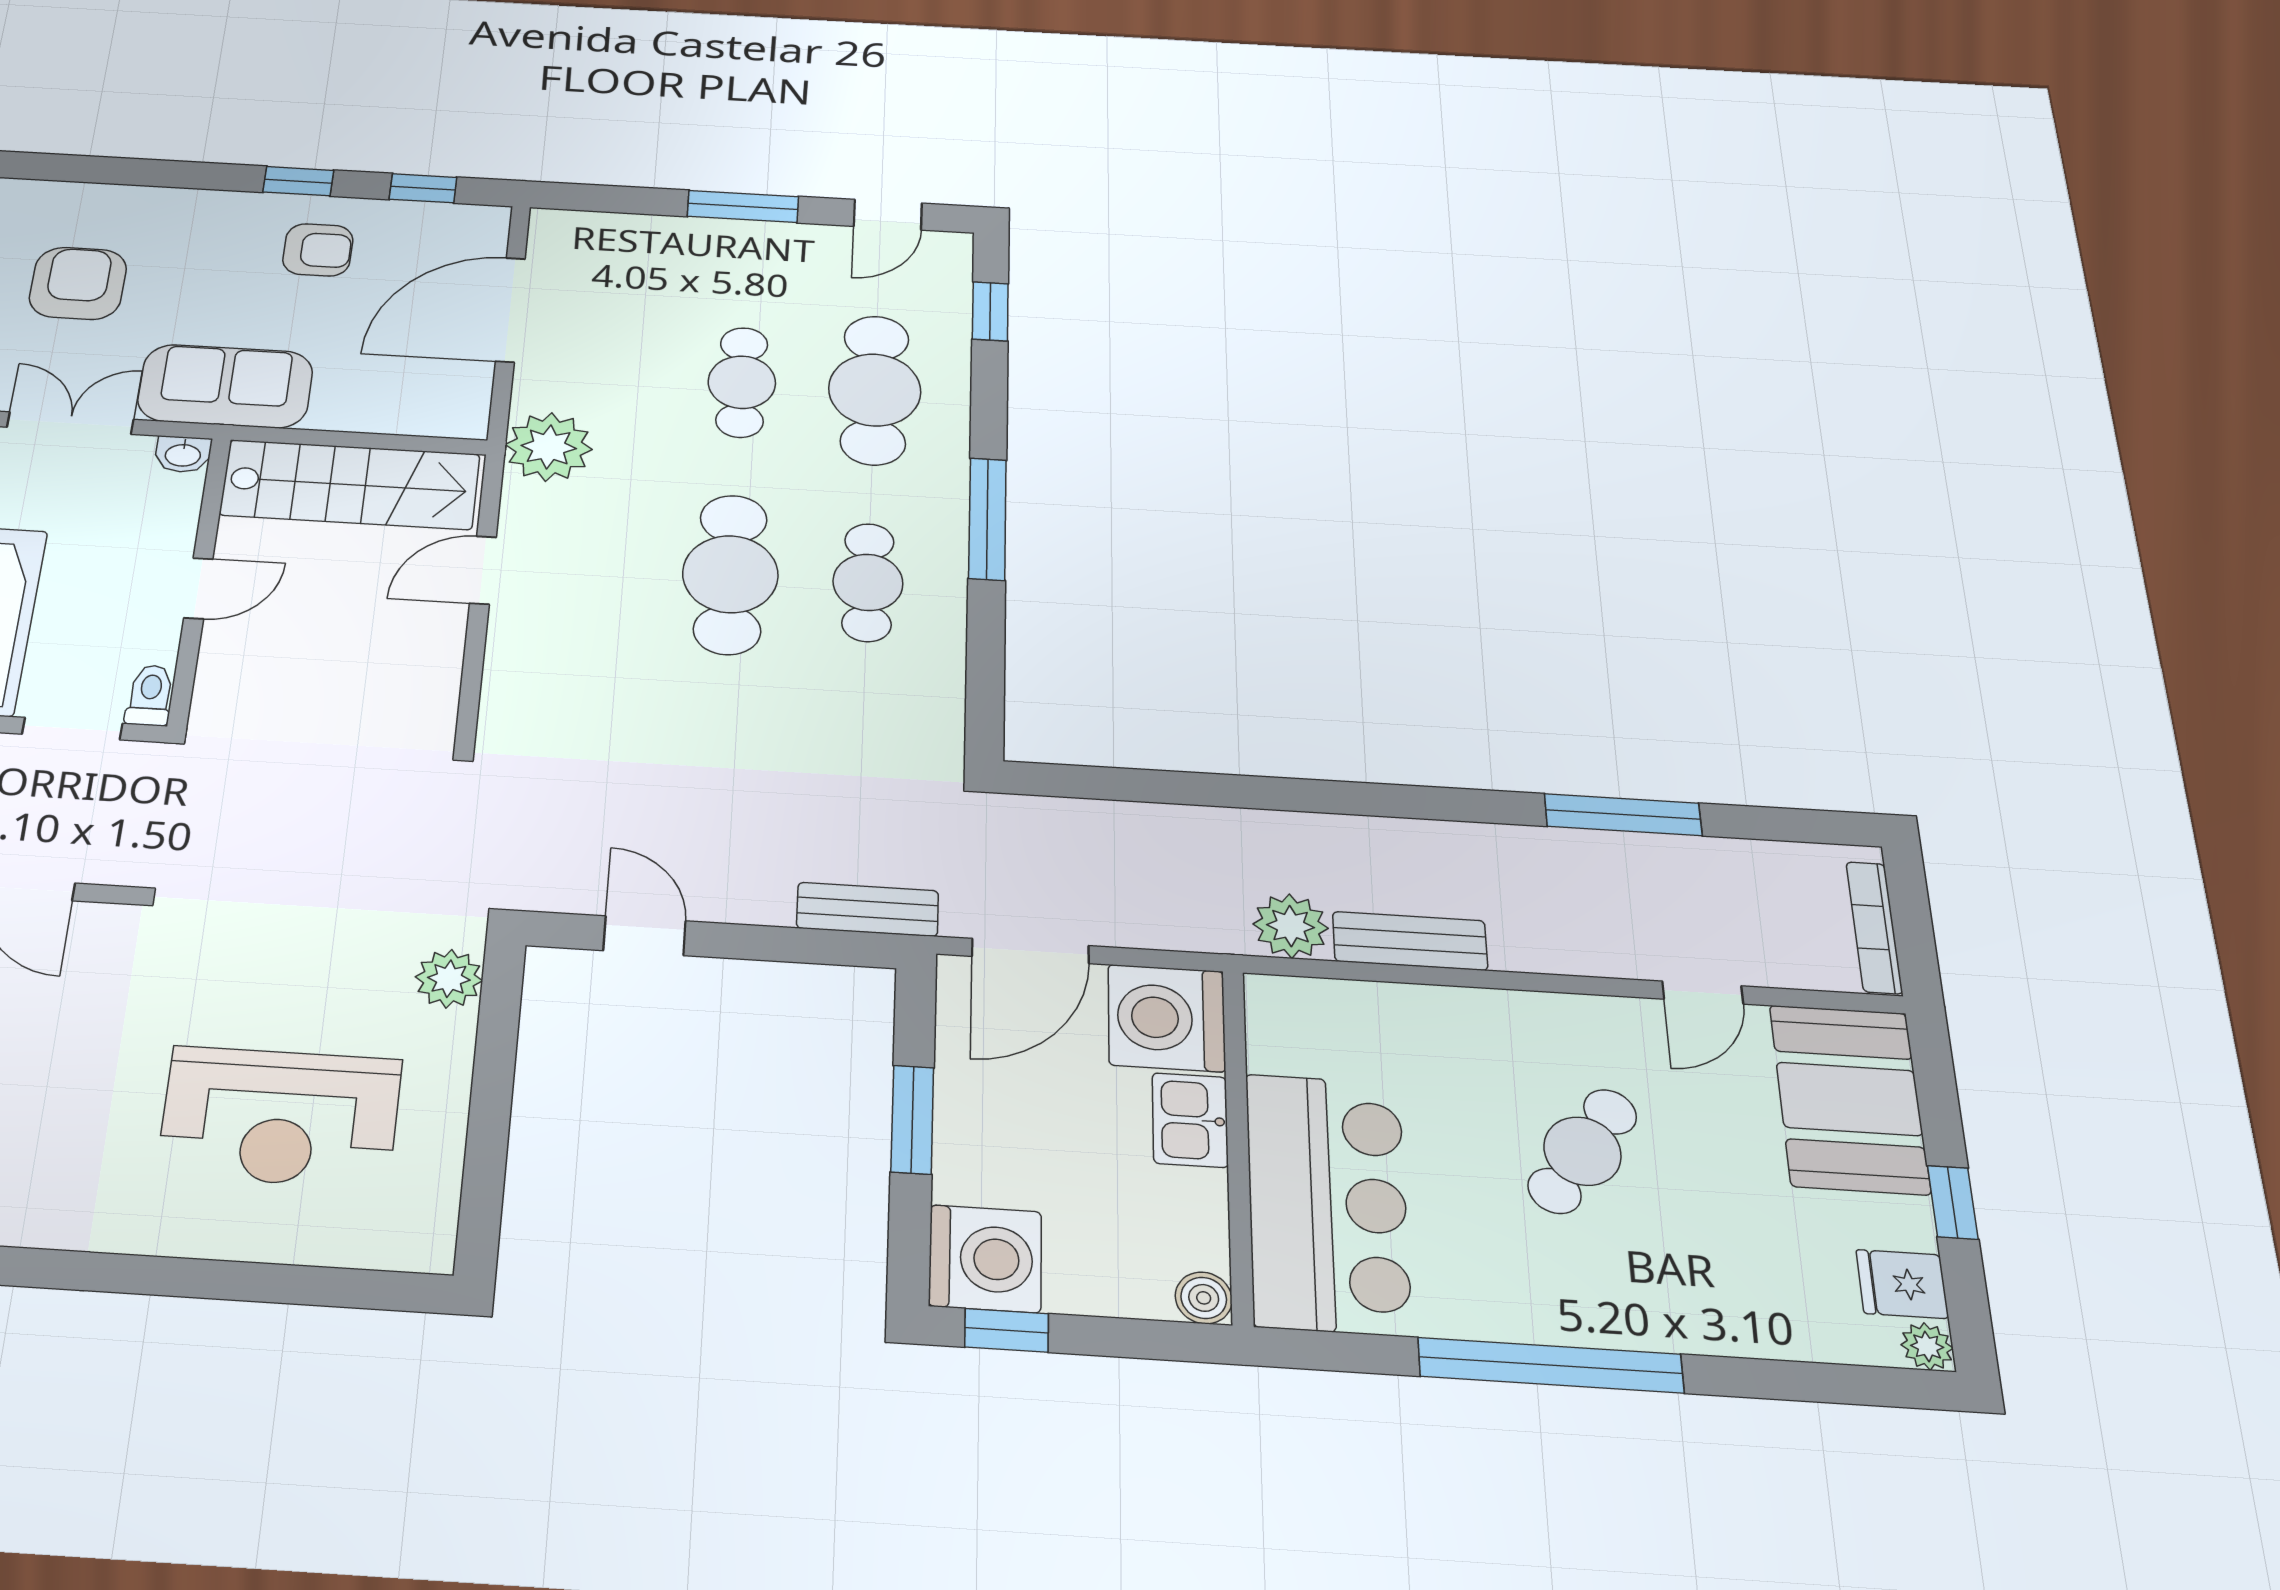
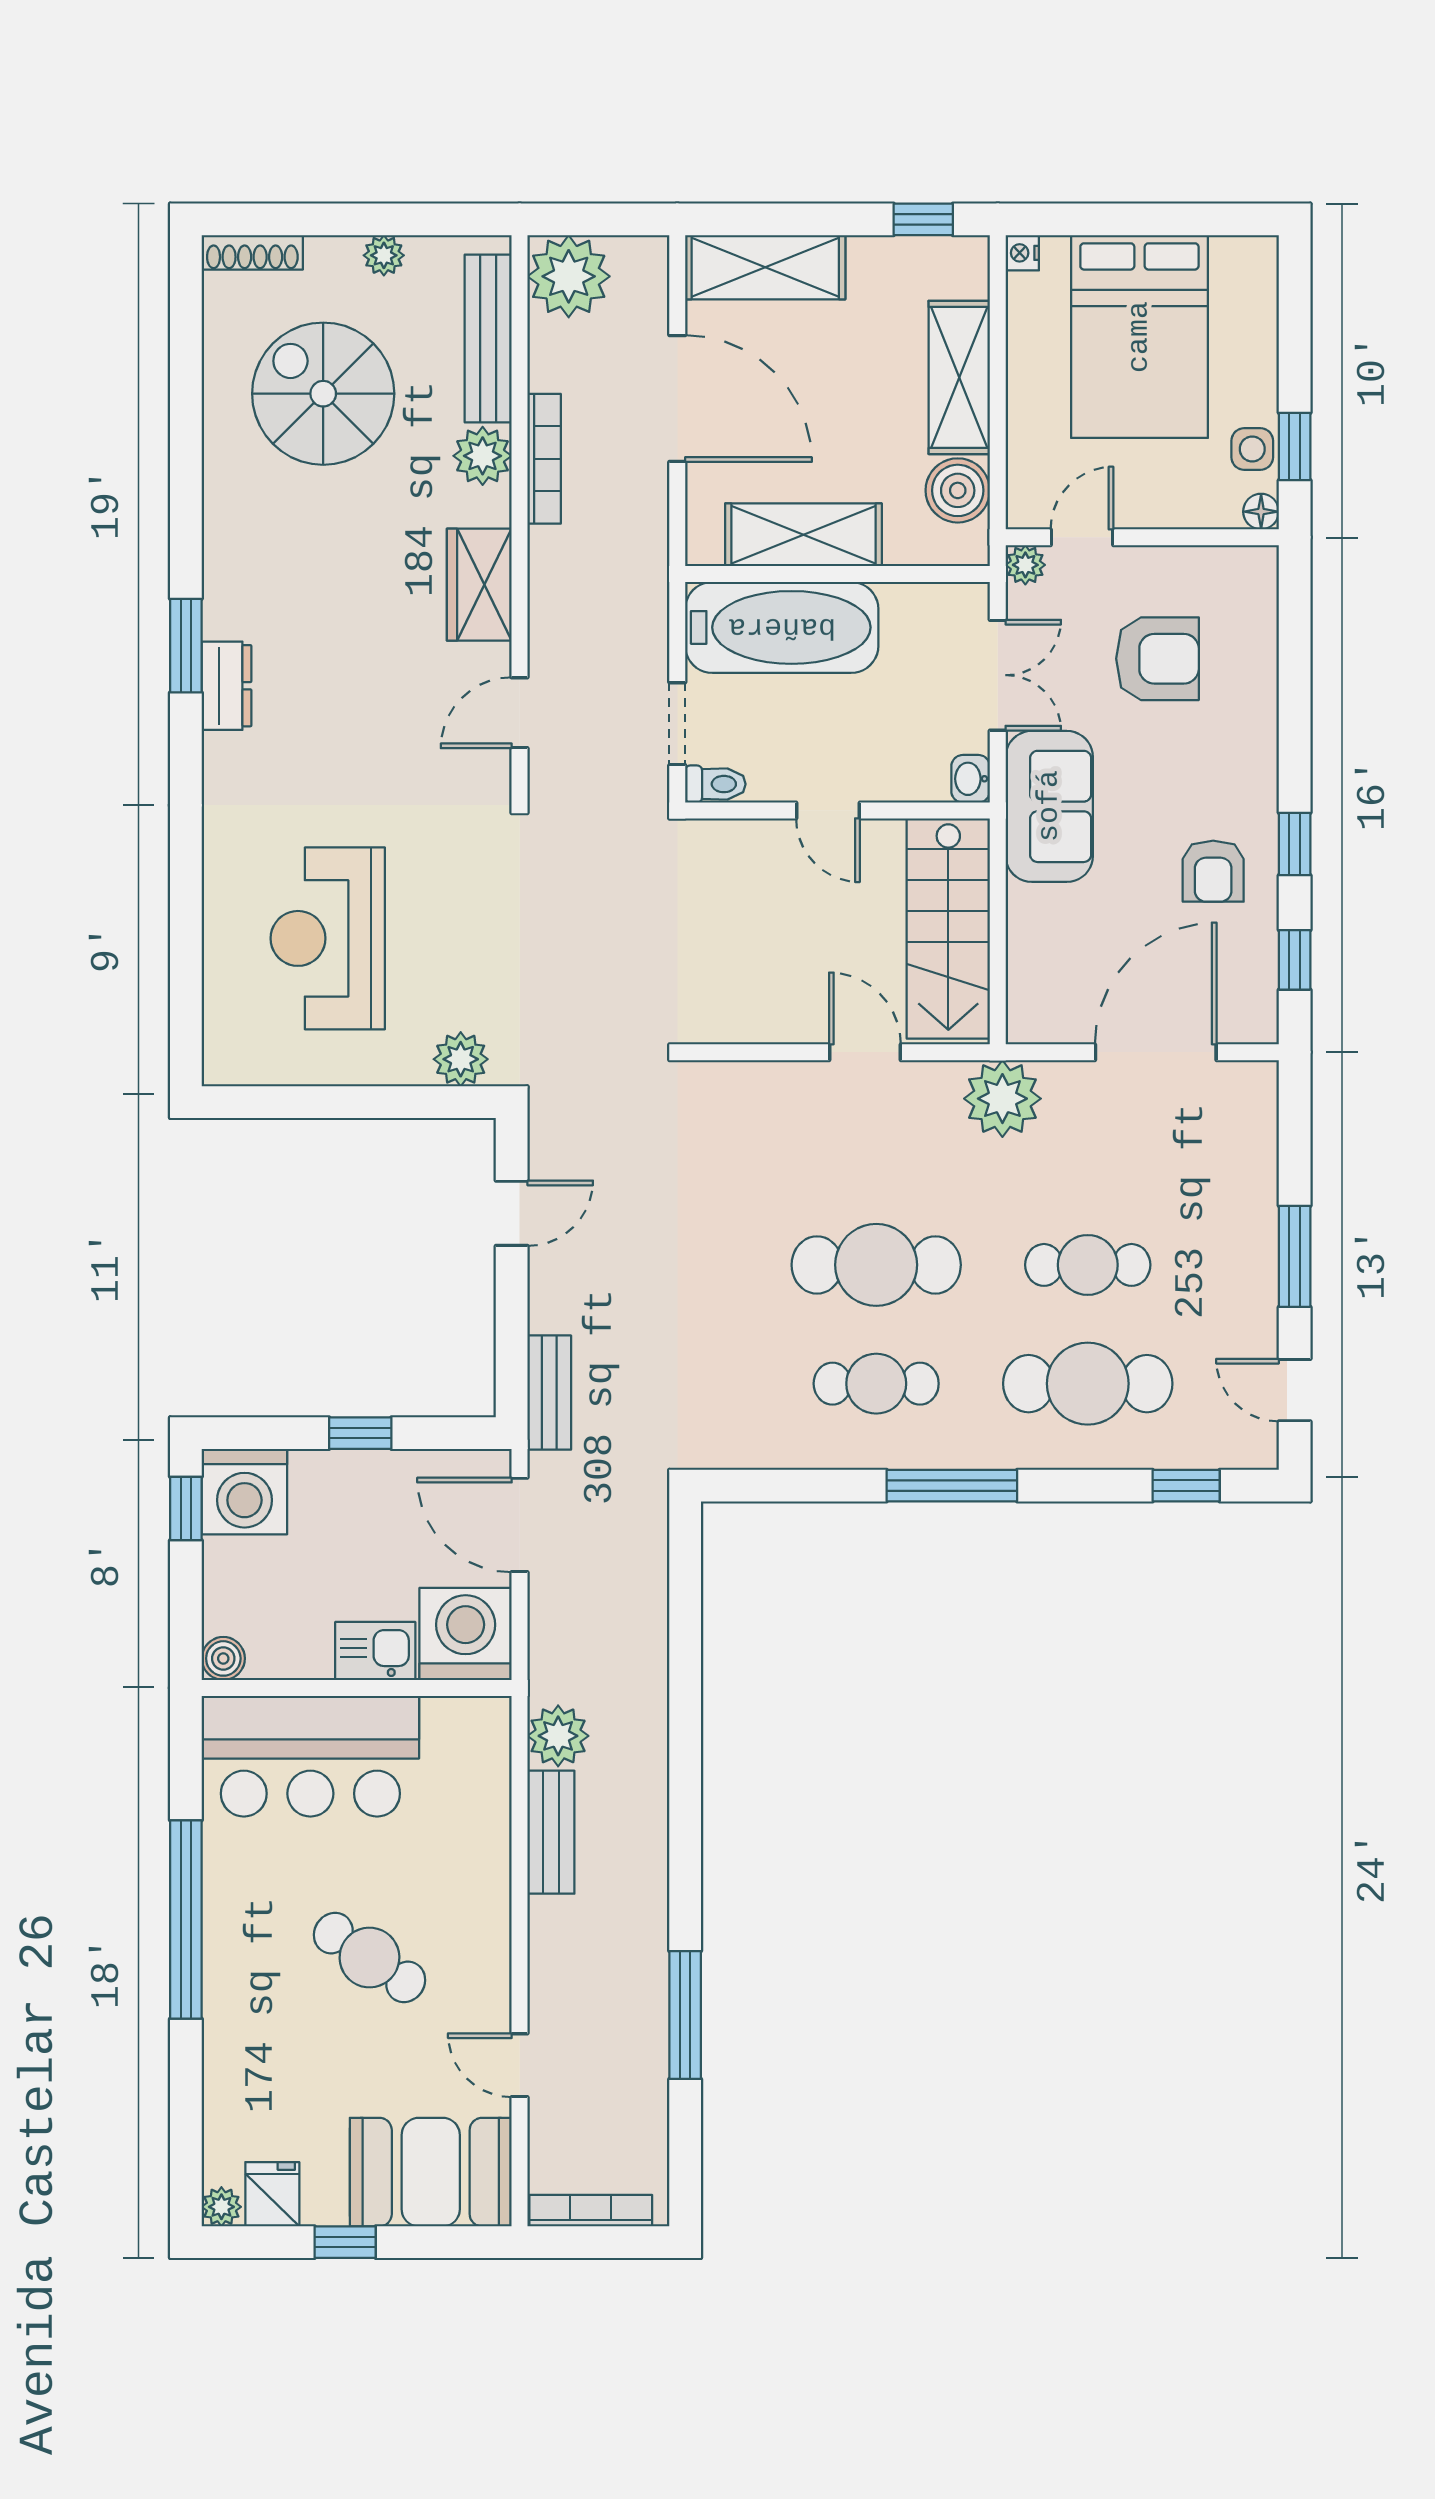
door: (510, 310) -> (1156, 1052), hinge flipped
window: (912, 1120) -> (360, 1433), width x0.67

